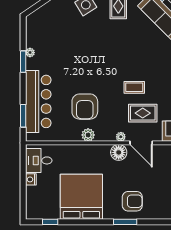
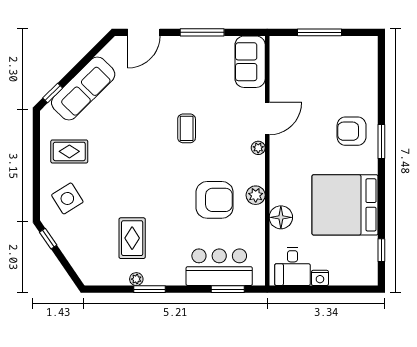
bar counter: (38, 101) -> (219, 267), width x0.73
rug: (143, 113) -> (132, 238), moved
floor lamp: (119, 152) -> (281, 217), moved
armchair: (132, 201) -> (352, 131), turned -90

